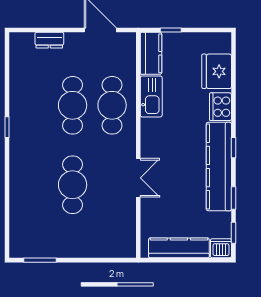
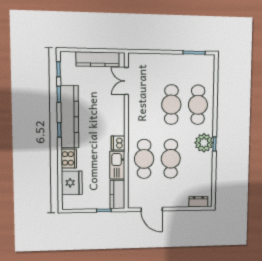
dresser: (49, 40) -> (198, 202), moved
plant: (23, 129) -> (204, 143), added
double door: (138, 178) -> (126, 81), moved
cafe table: (33, 185) -> (198, 105), added
dishwasher: (221, 248) -> (118, 143), moved, turned 90

